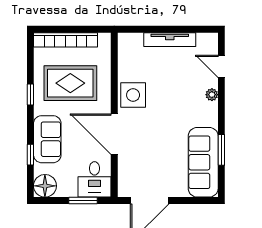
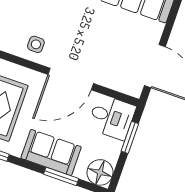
side table: (133, 95) -> (36, 44), width x0.54, depth x0.54
window: (30, 155) -> (61, 176), width x1.50

